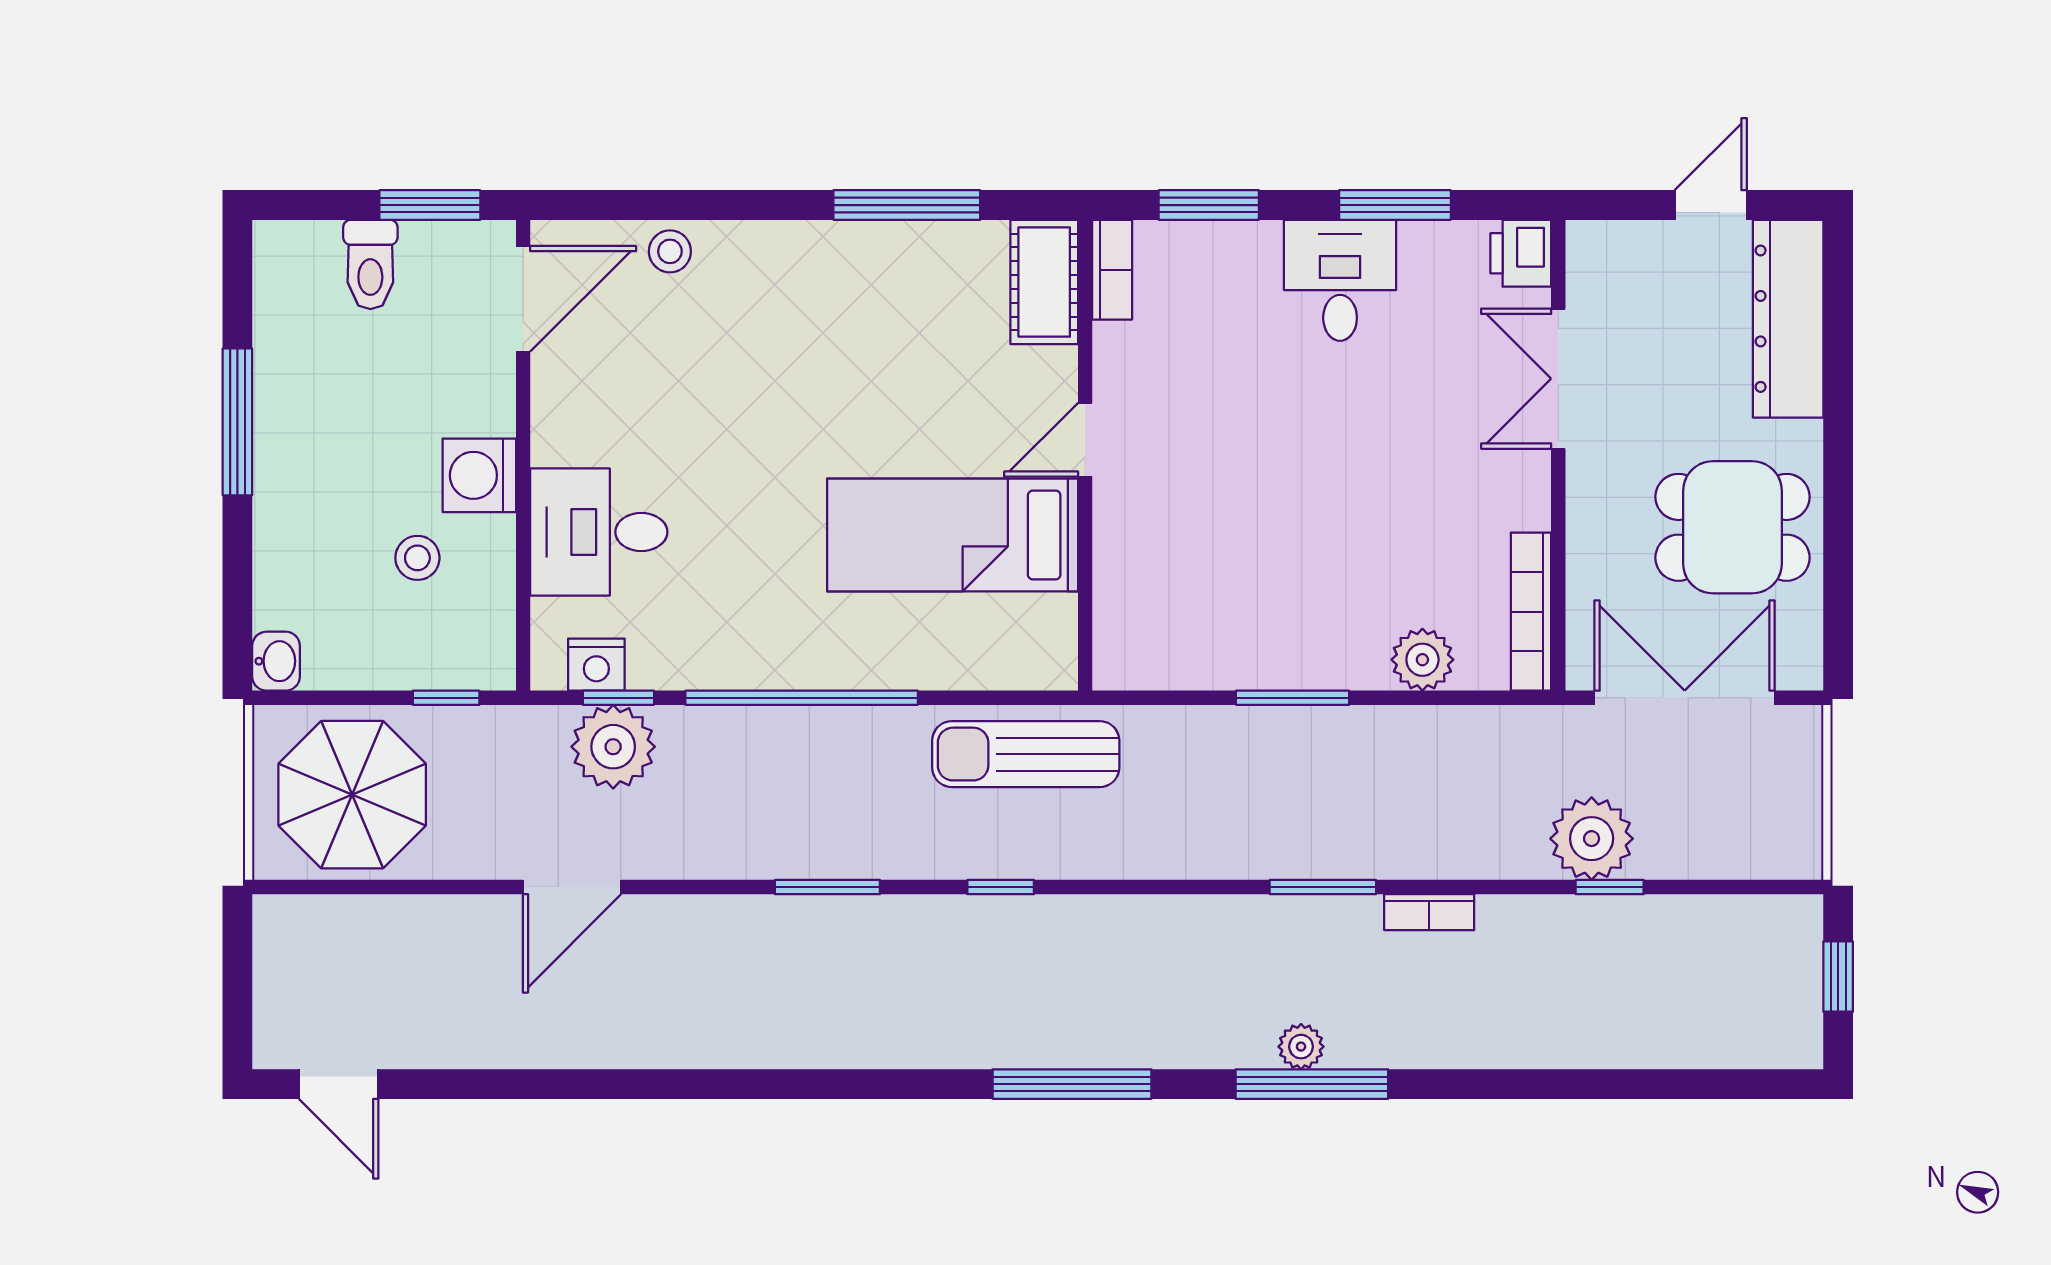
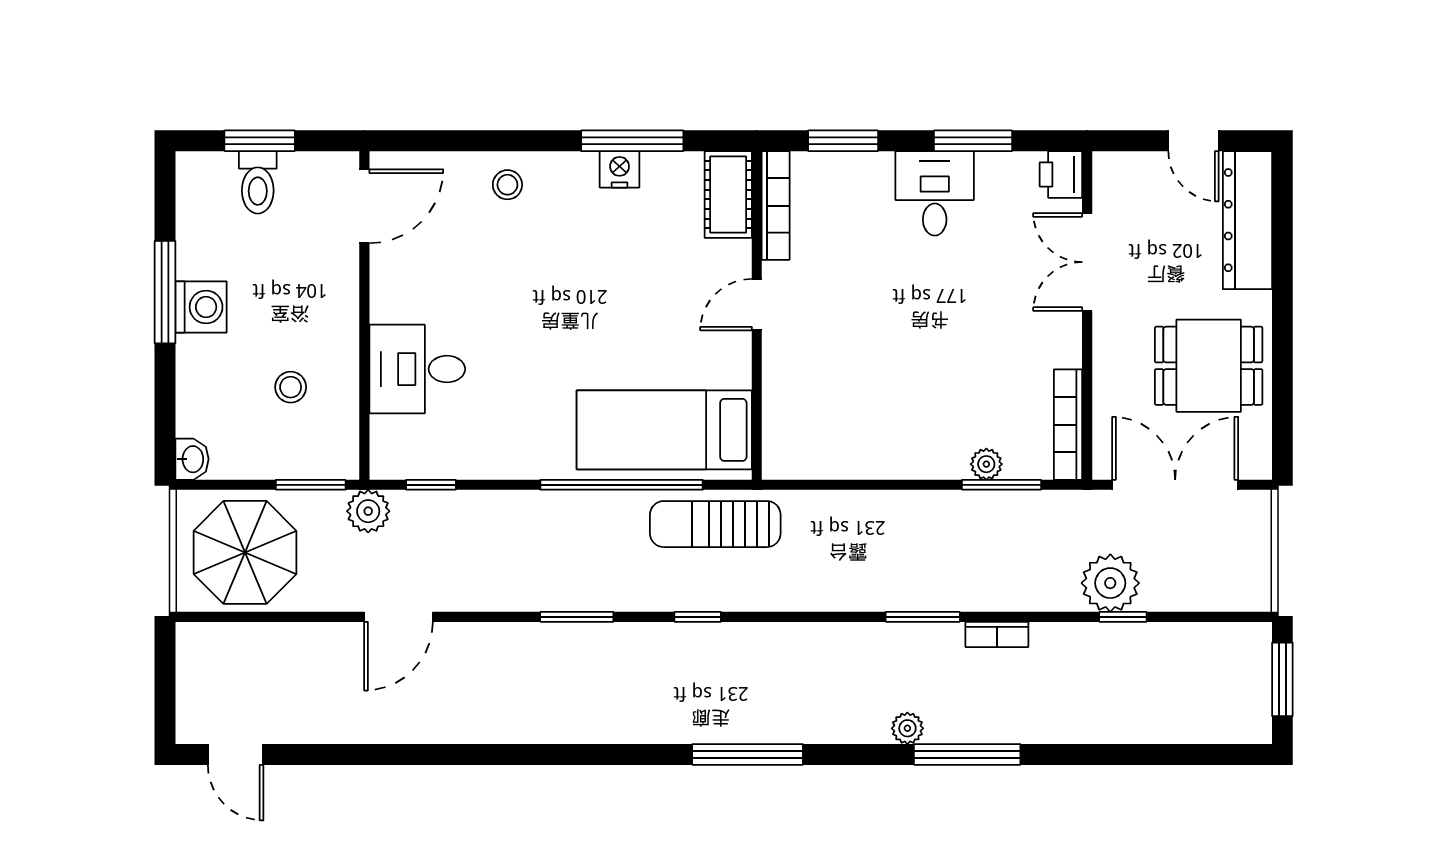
window: (430, 205) -> (260, 141), moved
door: (1711, 205) -> (1193, 141), swing flipped
stool: (670, 251) -> (507, 185), moved
bookcase: (1112, 270) -> (776, 206), width x1.56
washing machine: (479, 475) -> (201, 307), moved, turned 180
bed: (953, 535) -> (664, 430), moved
plant: (1422, 660) -> (986, 464), width x0.73, depth x0.73
nightstand: (596, 665) -> (620, 169), moved, turned 180
window: (446, 698) -> (311, 485), width x1.50
window: (802, 698) -> (622, 485), moved
window: (1293, 698) -> (1001, 485), moved
plant: (613, 747) -> (368, 511), moved, width x0.73, depth x0.73
window: (1838, 977) -> (1282, 679), width x1.50
window: (1312, 1084) -> (967, 754), moved

